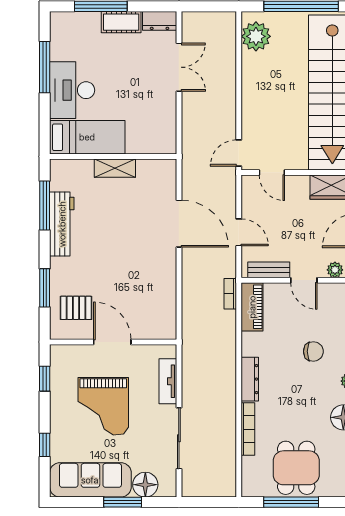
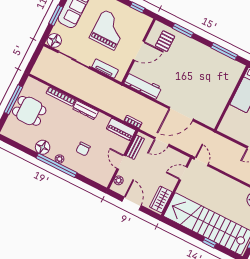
shelving: (115, 168) -> (225, 96), removed
workbench: (62, 224) -> (143, 85), moved, turned 180
door: (304, 280) -> (121, 162), hinge flipped
grand piano: (103, 406) -> (109, 30), turned 90
floor lamp: (145, 485) -> (54, 40), moved

